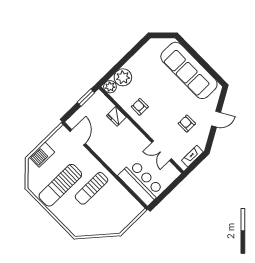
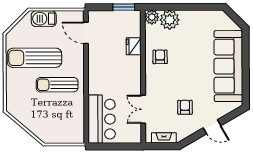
door: (78, 137) -> (86, 33), swing flipped

